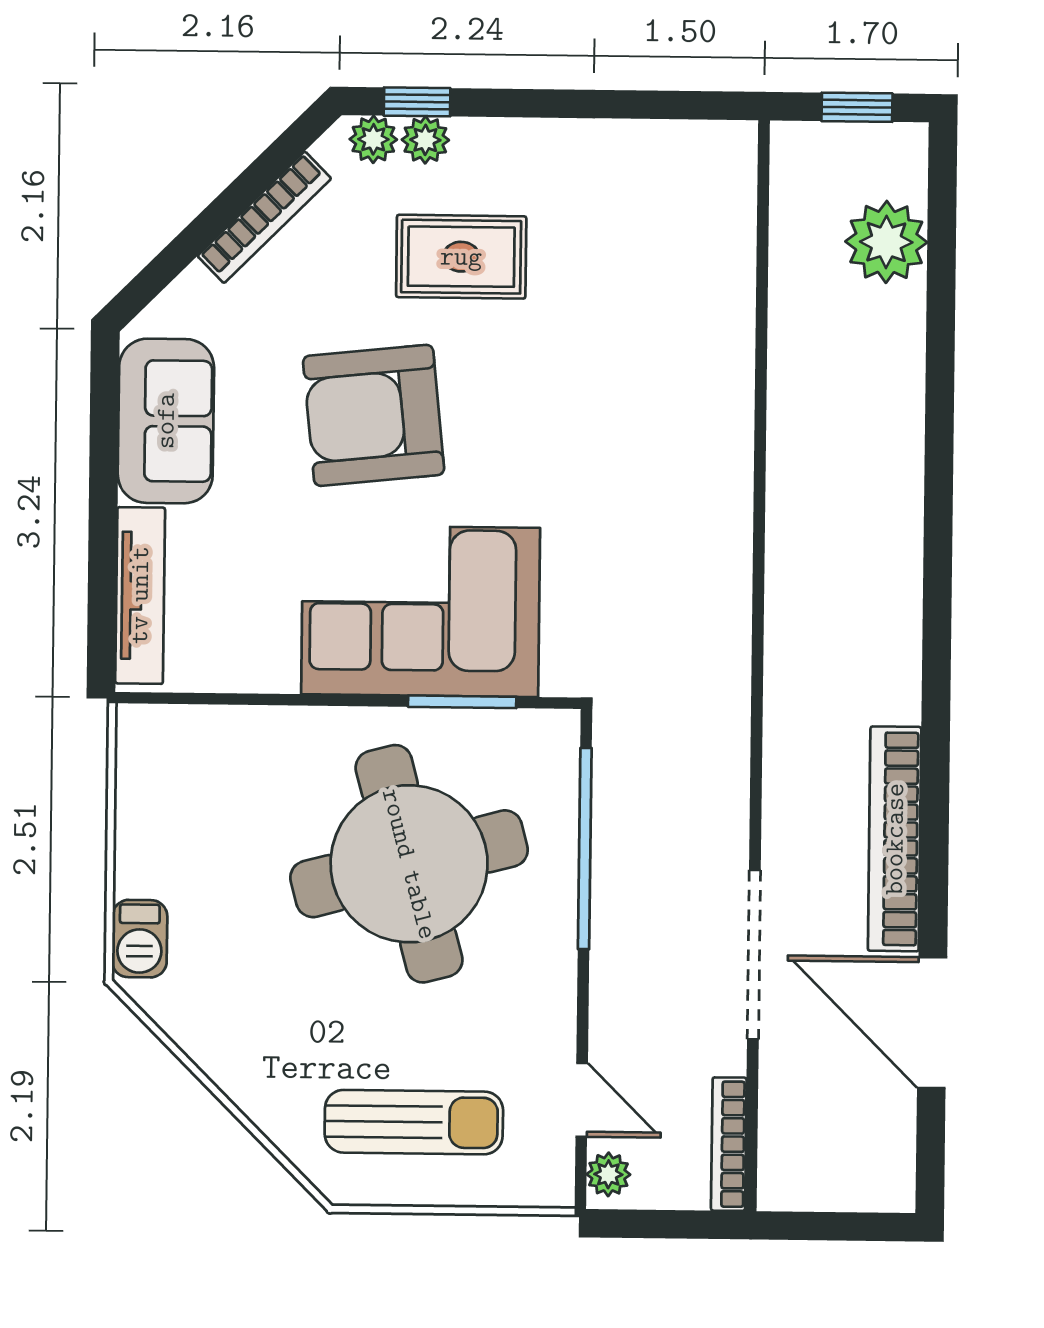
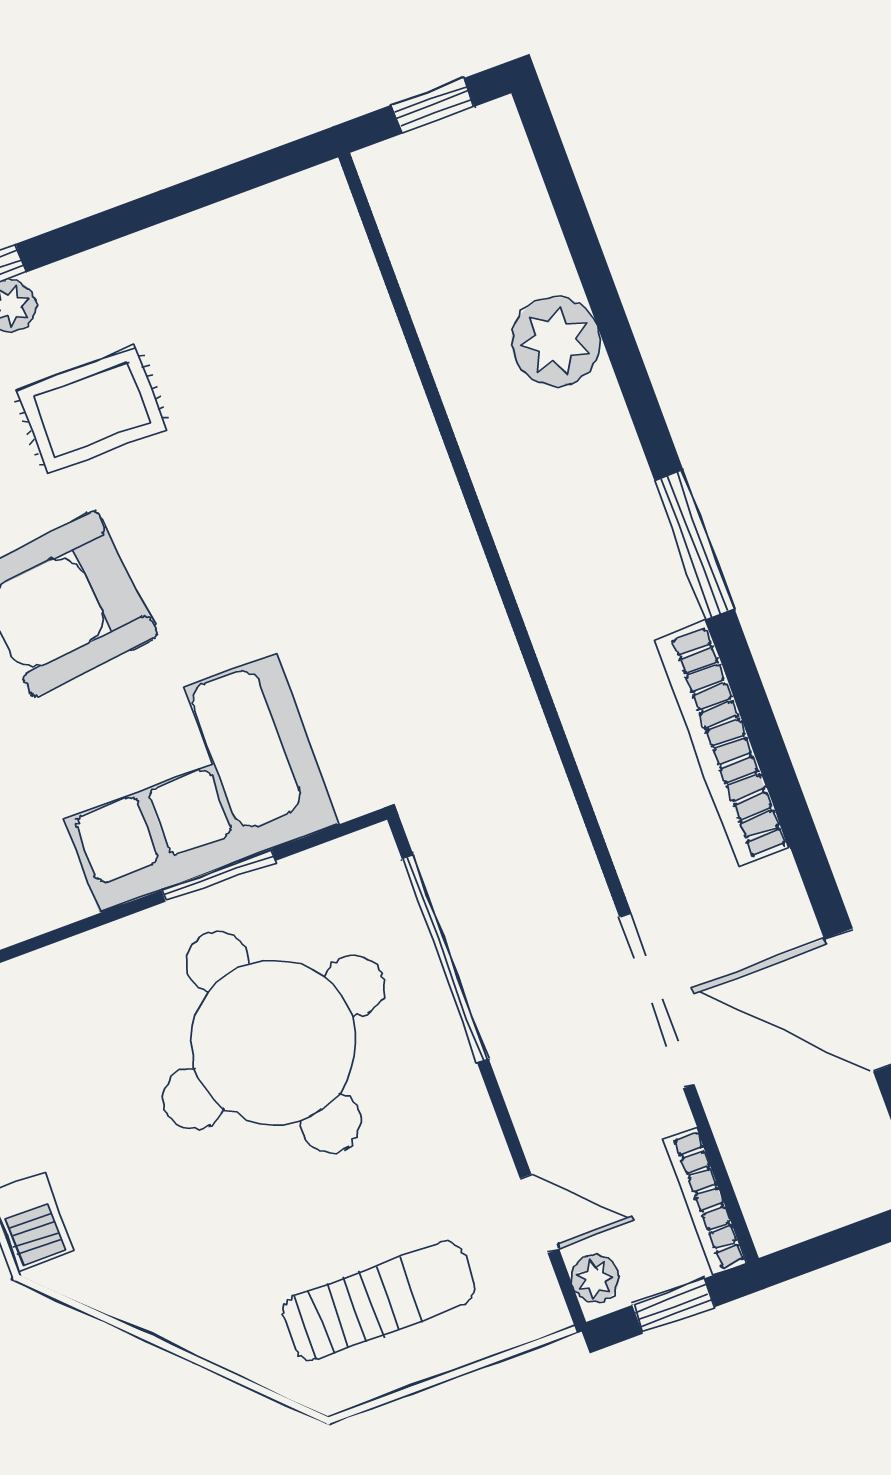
plant: (886, 242) -> (556, 342), moved
window: (938, 573) -> (695, 545), added
window: (462, 702) -> (219, 876), moved
bookcase: (895, 839) -> (723, 744), moved
window: (667, 1224) -> (674, 1306), added

